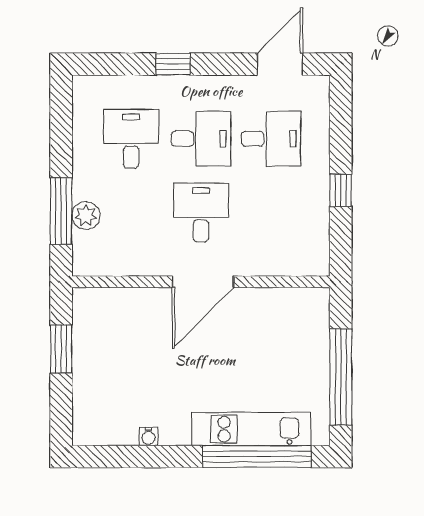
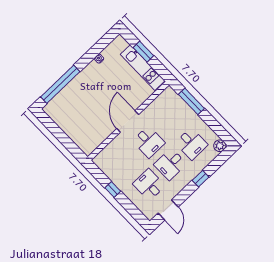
desk: (271, 139) -> (149, 185), turned 90
plant: (86, 216) -> (220, 146), moved
window: (61, 349) -> (143, 52), moved
window: (341, 377) -> (58, 133), removed
kitchen unit: (251, 429) -> (143, 68), moved, turned 90

